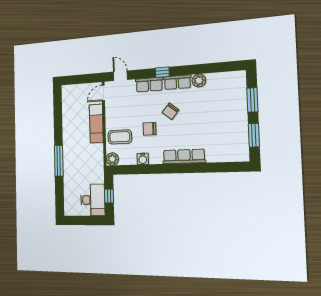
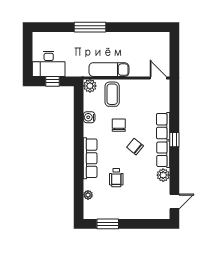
door: (120, 76) -> (174, 201), moved
window: (252, 100) -> (141, 224), removed
exam couch: (96, 124) -> (109, 70), moved
wheelchair: (203, 129) -> (116, 178), added
plant: (223, 157) -> (88, 195), added

